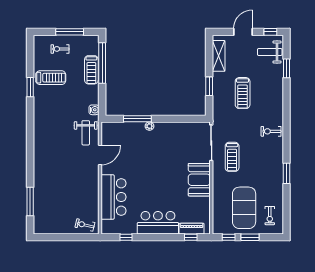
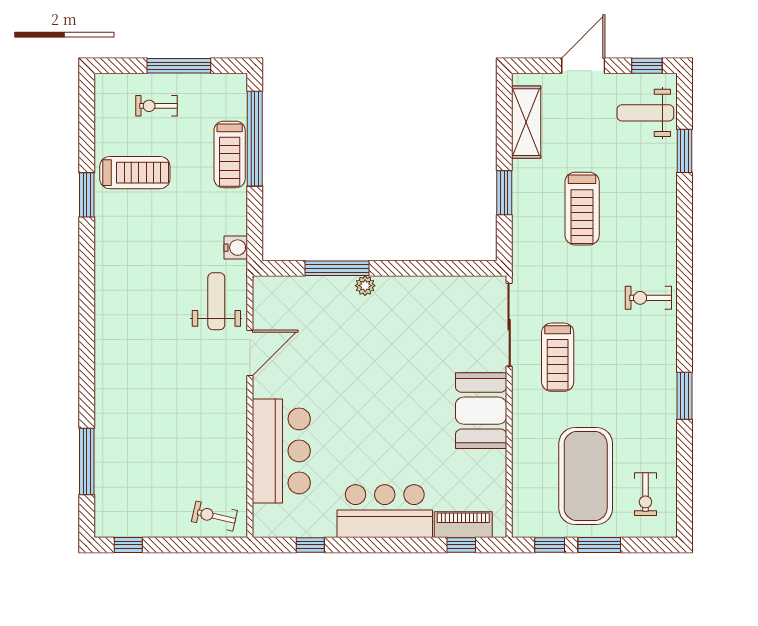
weight bench: (86, 133) -> (216, 301), turned 180
window: (48, 237) -> (128, 545), added

